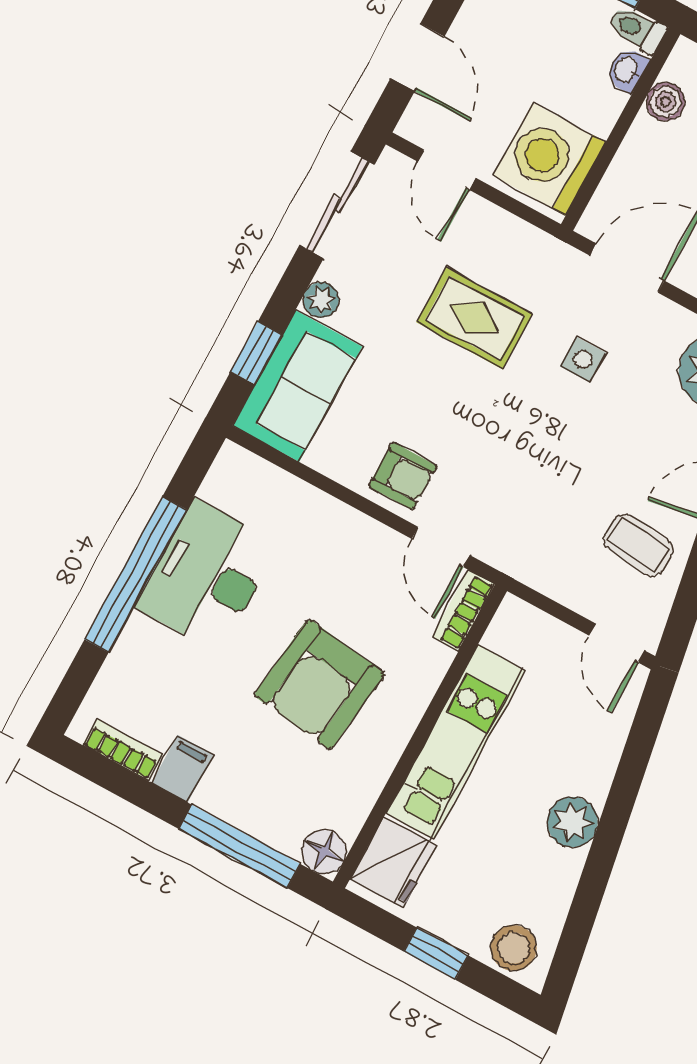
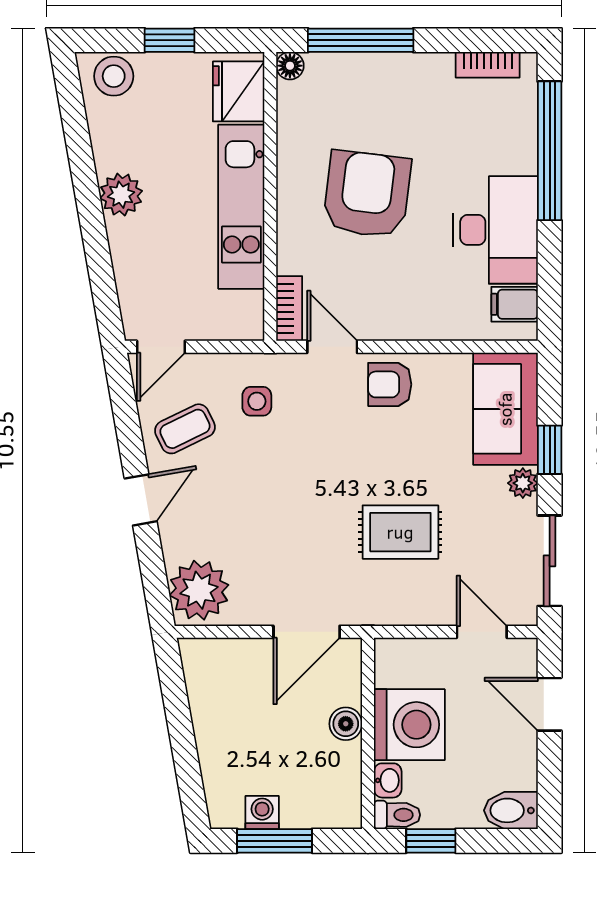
boiler: (665, 102) -> (346, 724), moved
washing machine: (549, 159) -> (409, 725), moved
window: (256, 353) -> (550, 450), moved
side table: (583, 360) -> (257, 401), moved
coffee table: (638, 545) -> (185, 429), turned -31
window: (136, 574) -> (550, 151), moved
door: (617, 643) -> (161, 347), swing flipped
filing cabinet: (183, 769) -> (515, 304), moved, turned 90
floor lamp: (324, 852) -> (290, 66), width x0.73, depth x0.73

